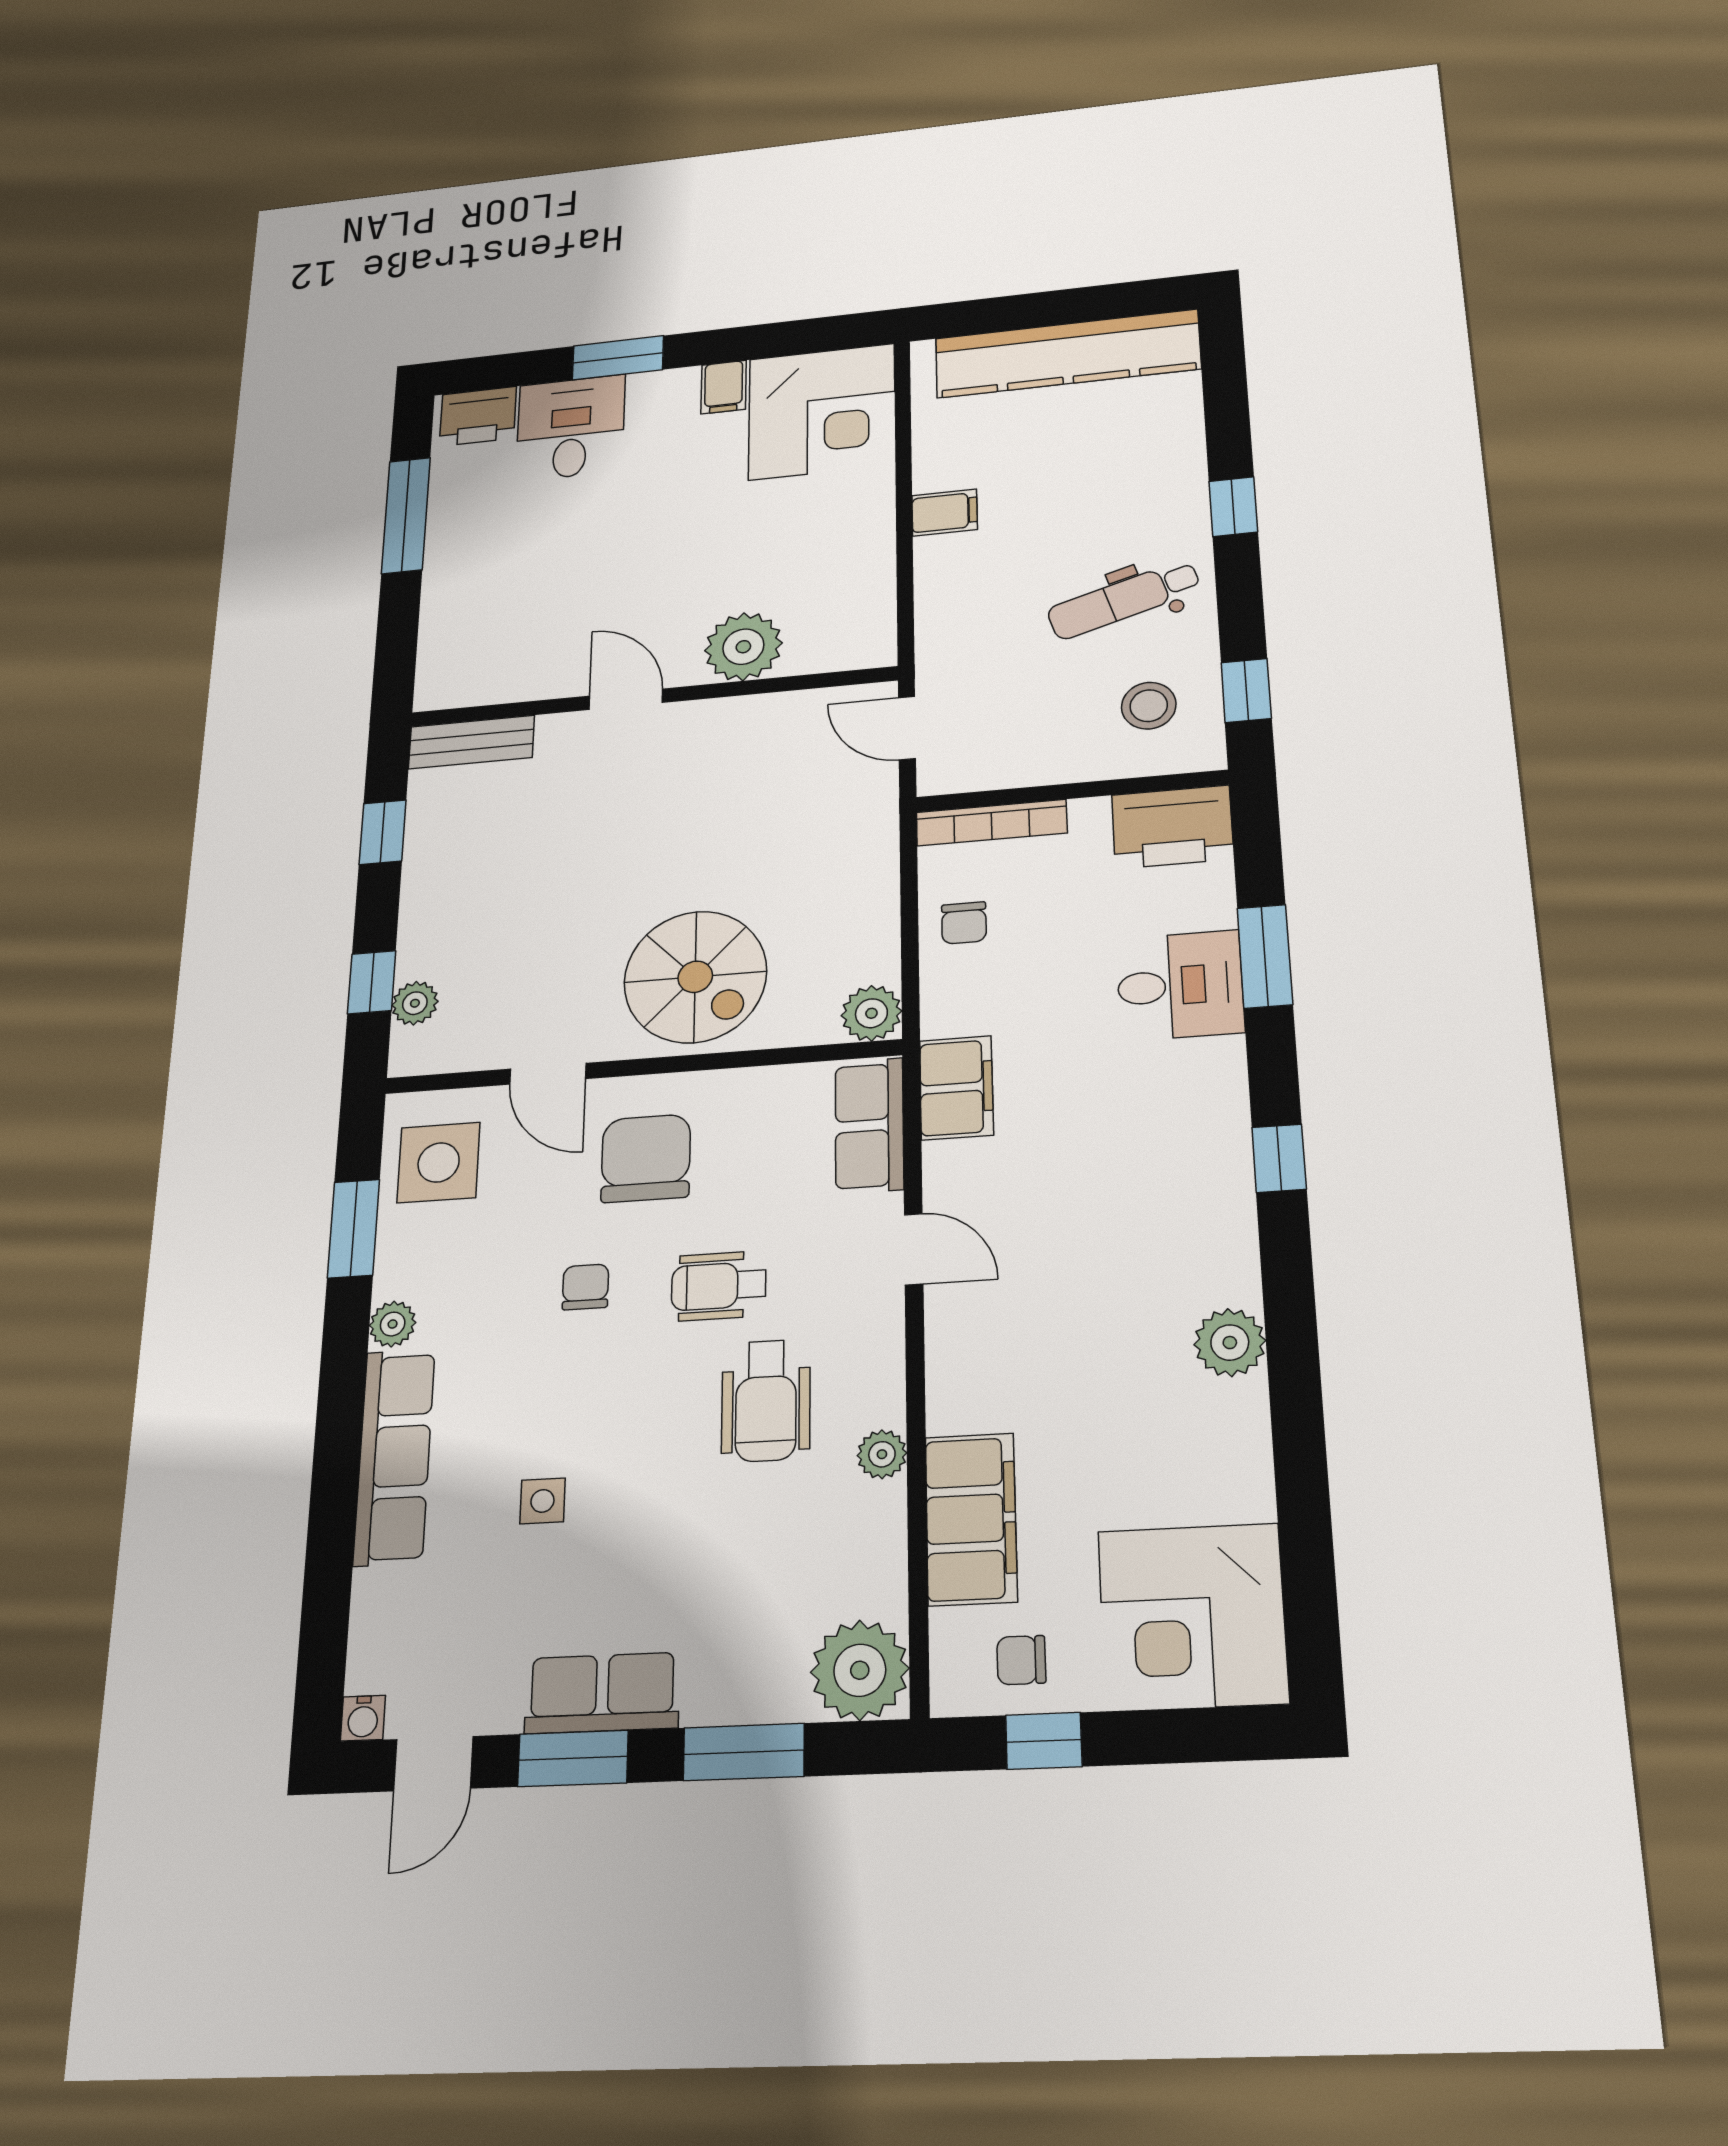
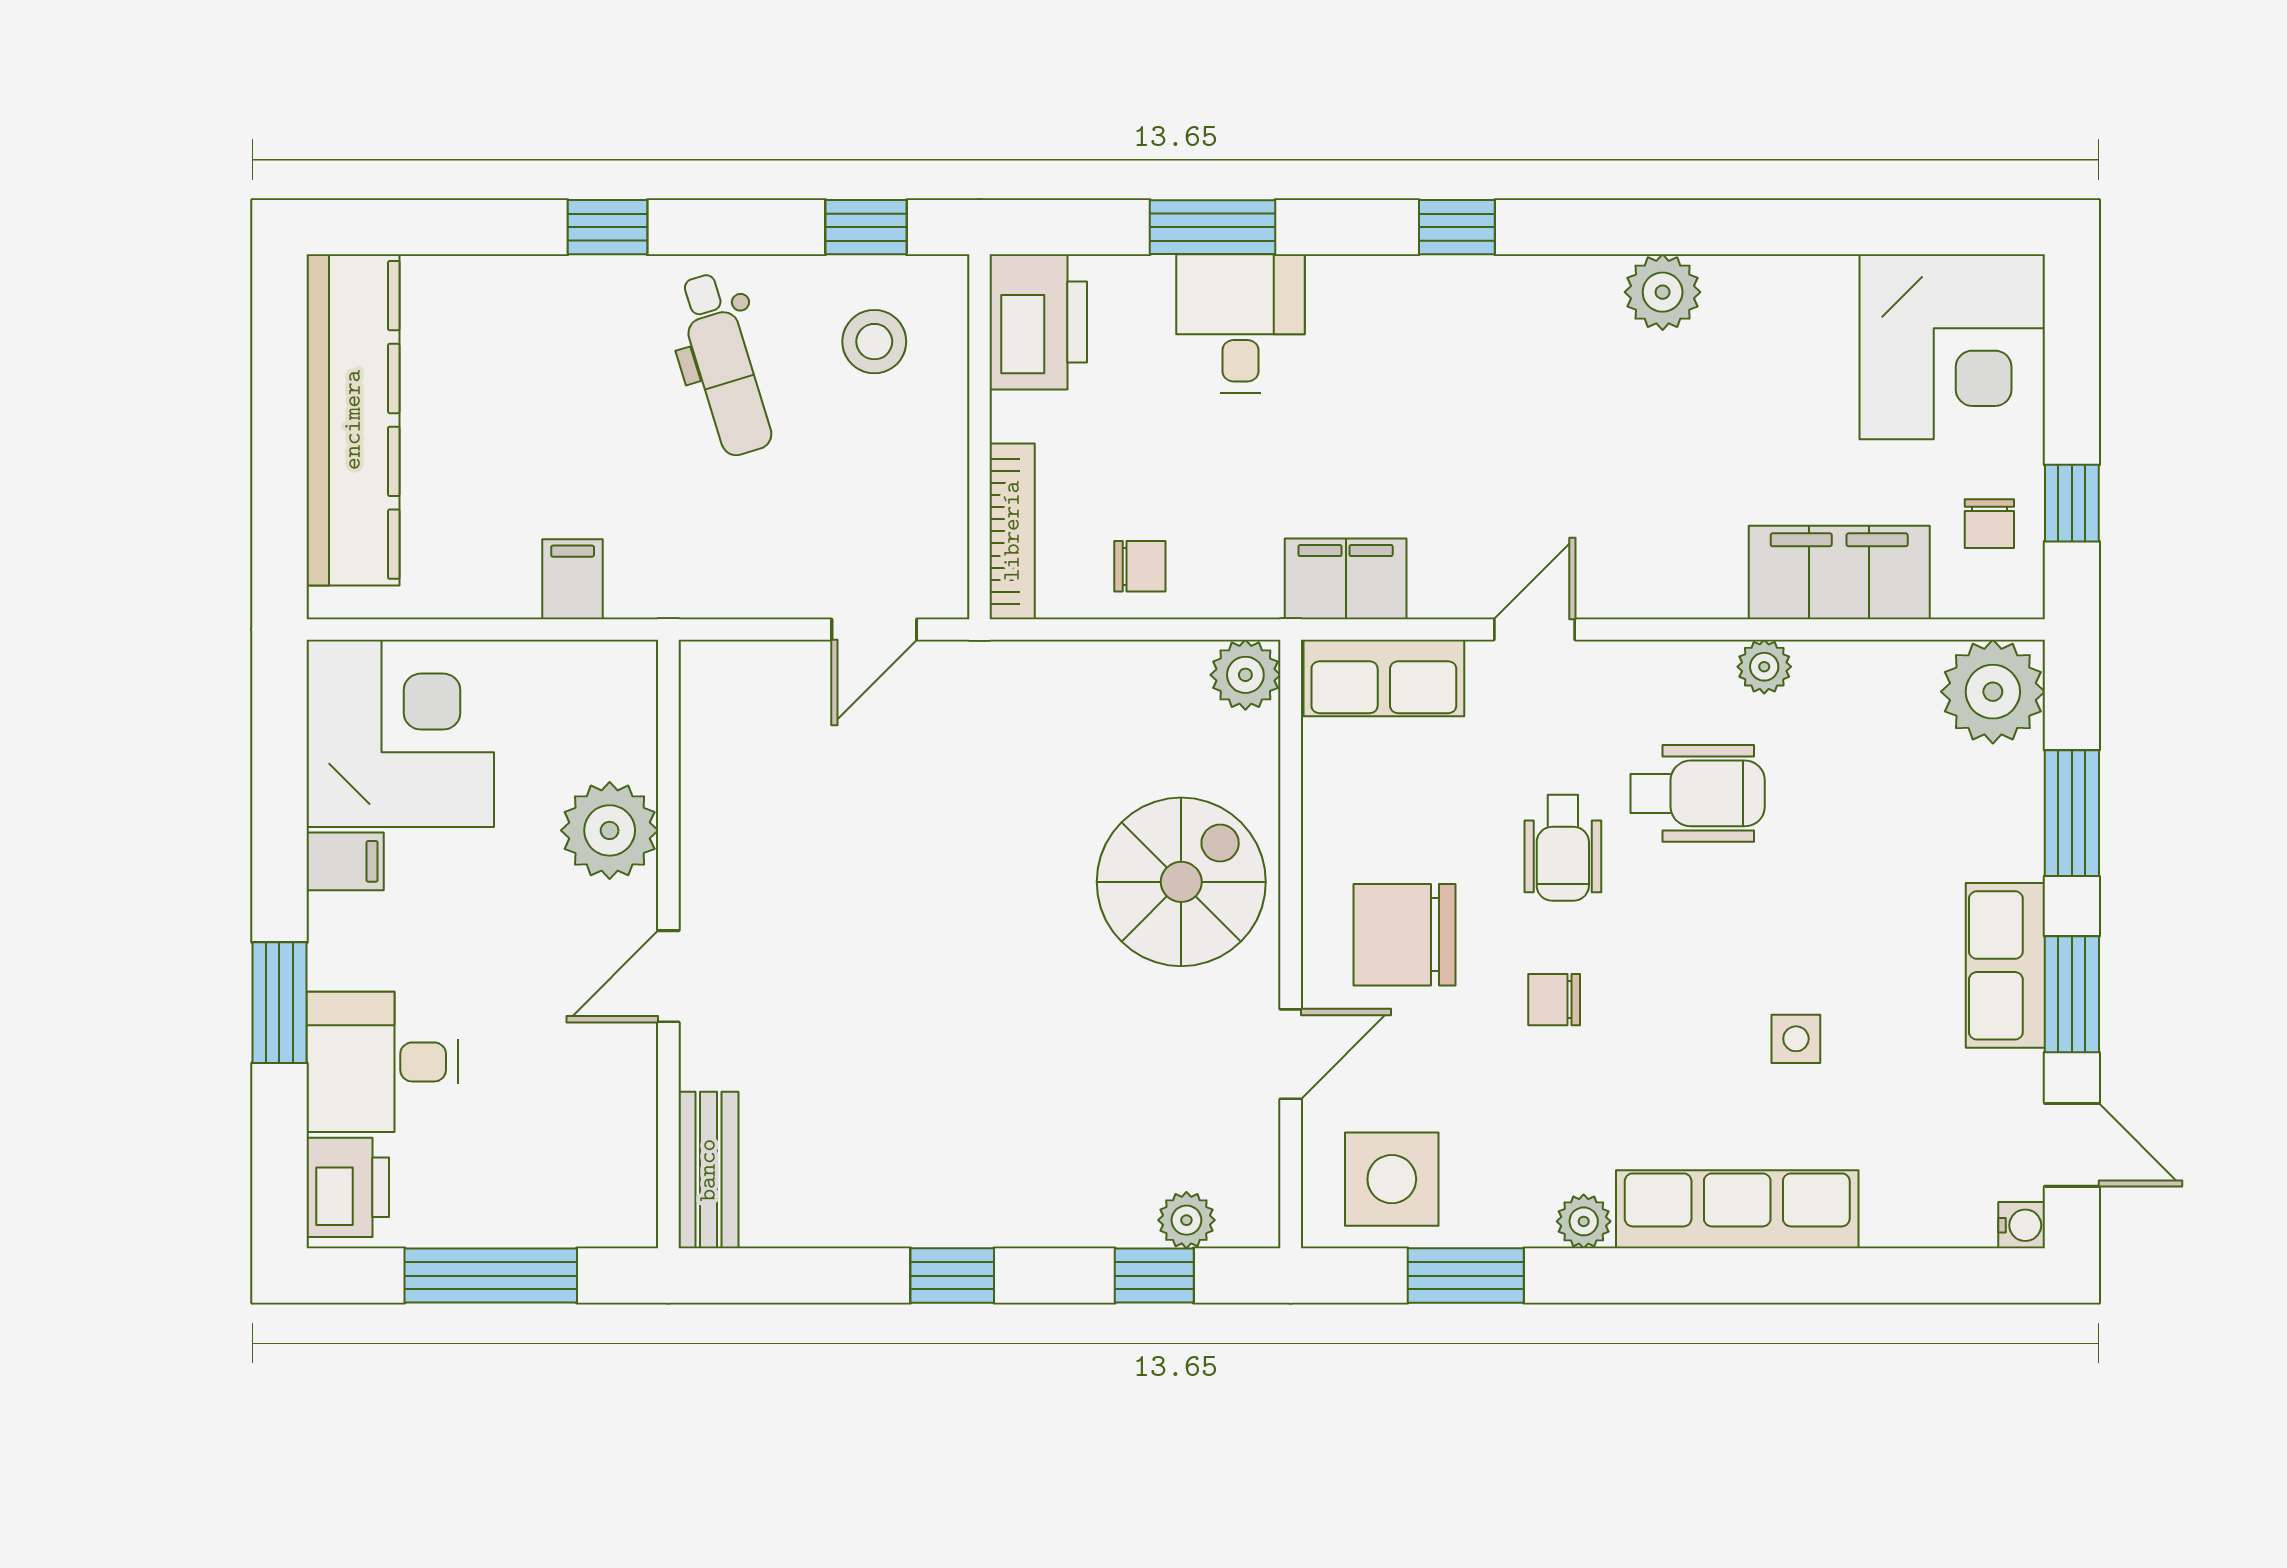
plant: (743, 647) -> (610, 830), moved
wall: (652, 697) -> (668, 944), moved
door: (626, 699) -> (668, 976), moved
bench: (471, 742) -> (708, 1170), moved

